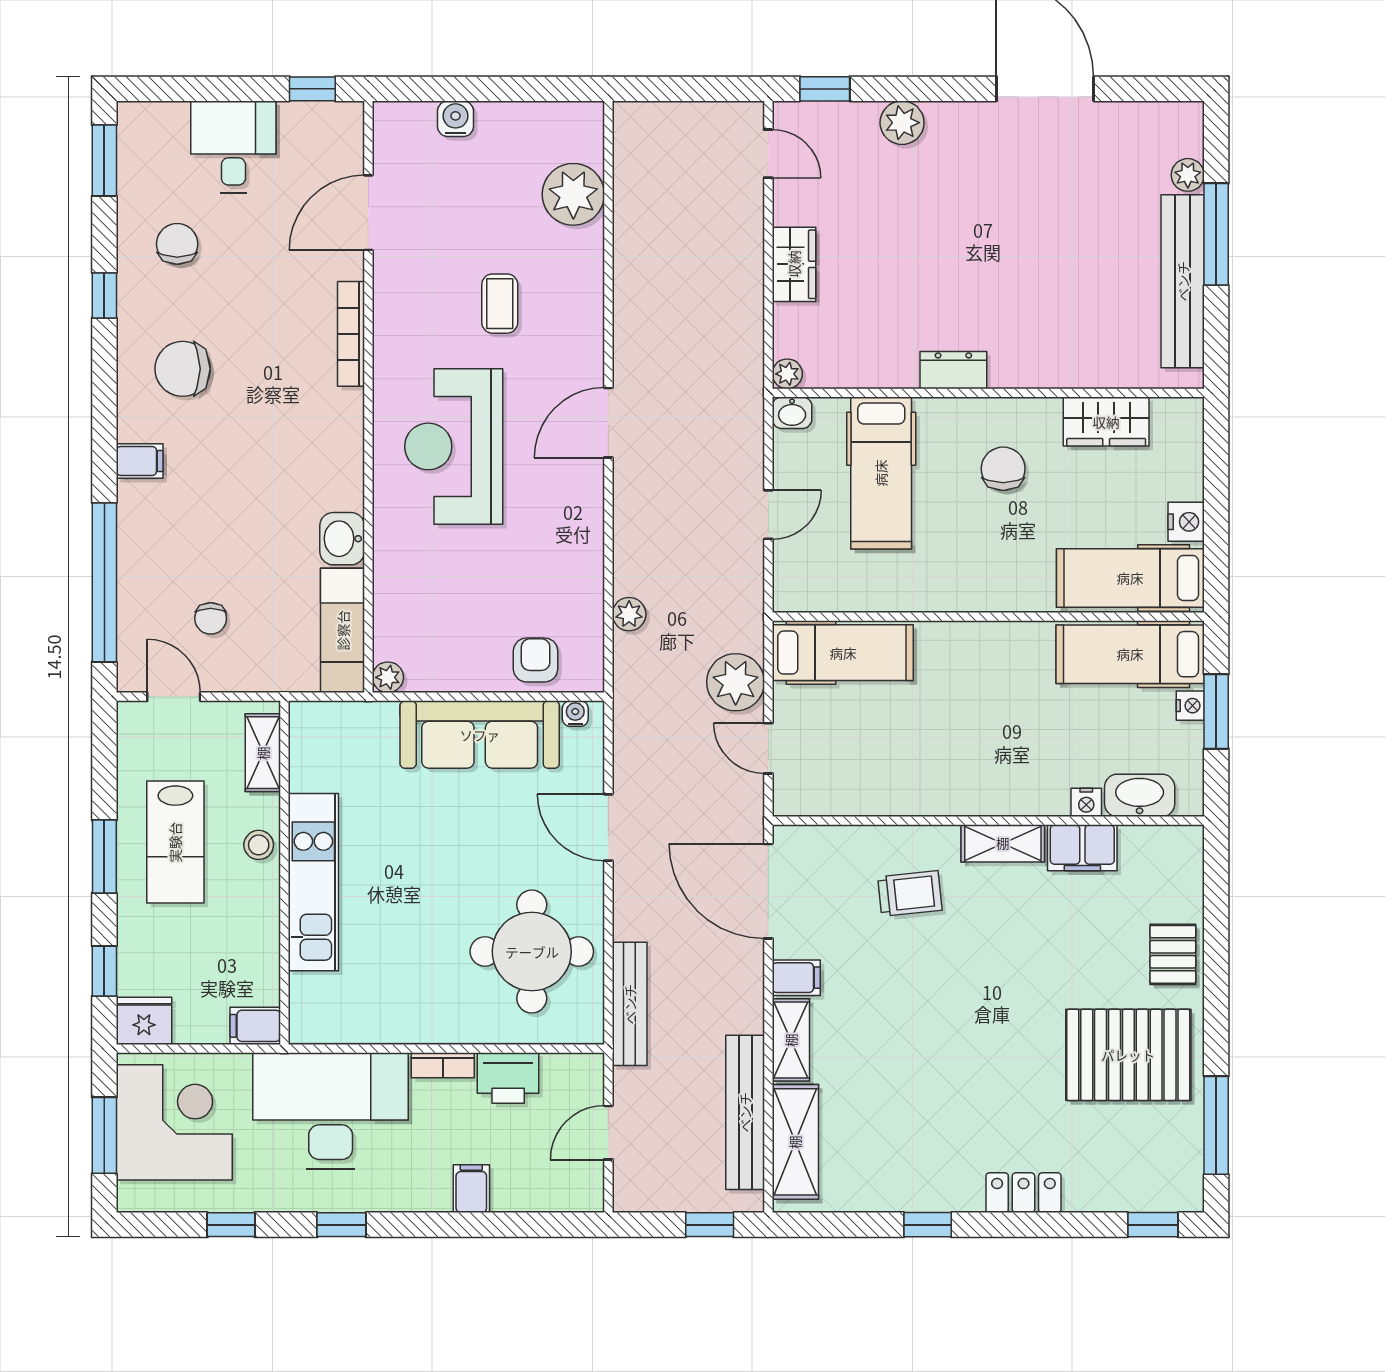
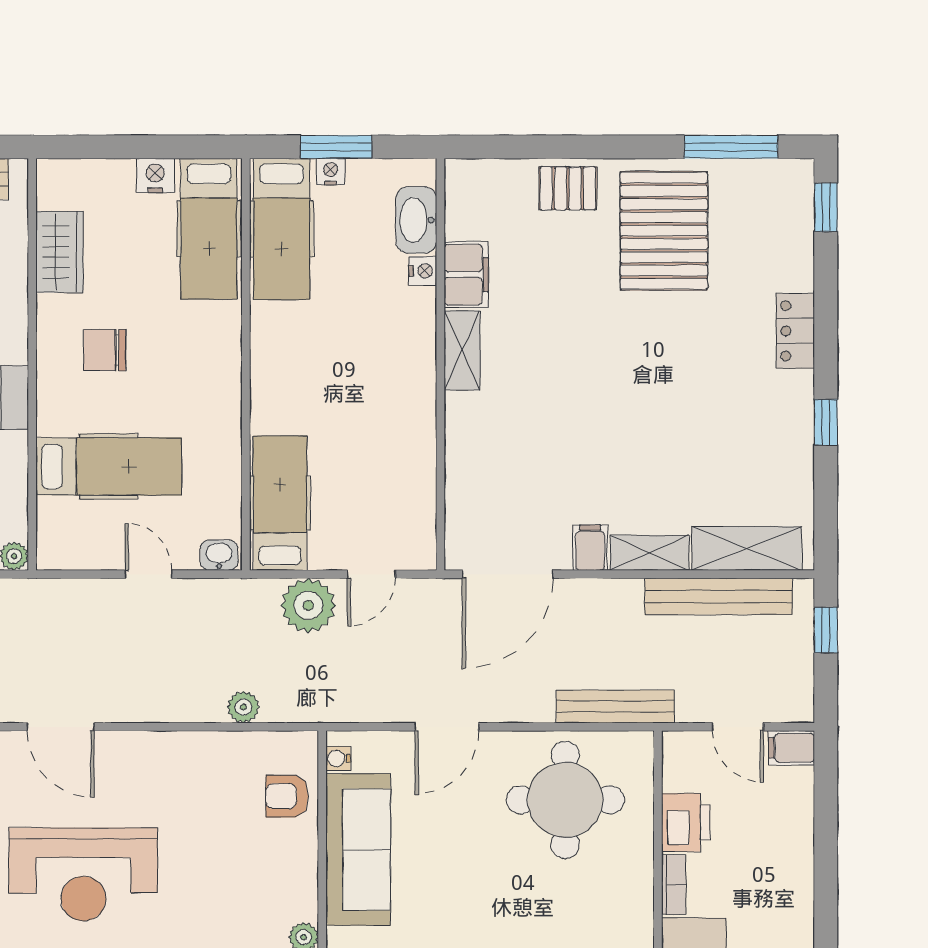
washbasin: (792, 413) -> (219, 555), moved, turned -90
trolley: (910, 894) -> (510, 439), removed
filing cabinet: (471, 1189) -> (791, 748), moved

